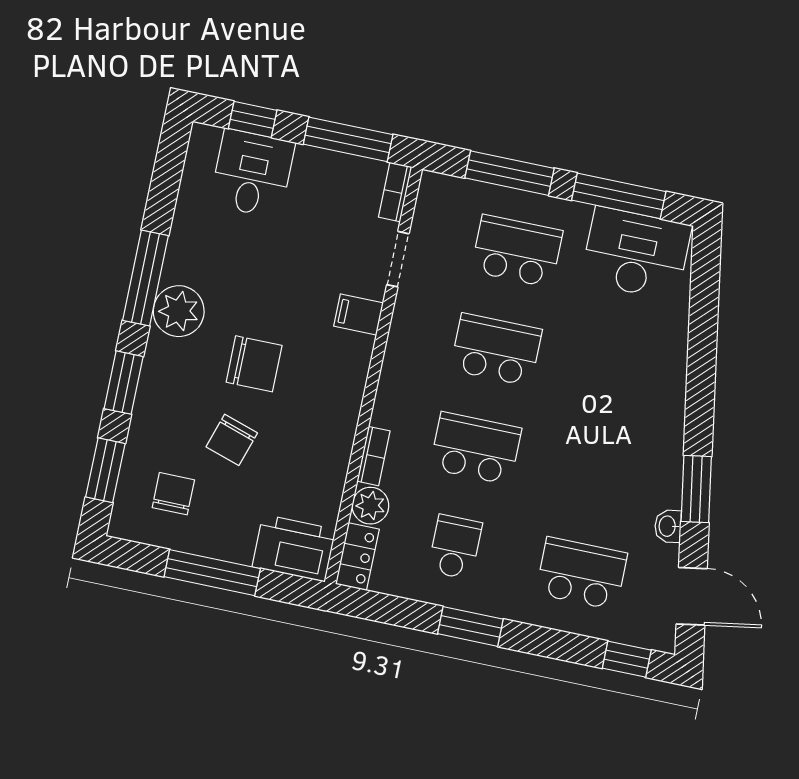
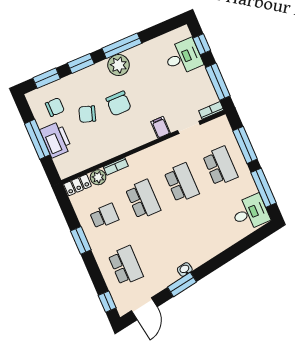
desk: (636, 253) -> (250, 213), width x0.73
washbasin: (668, 526) -> (185, 270), moved
printer: (294, 548) -> (56, 140), moved

